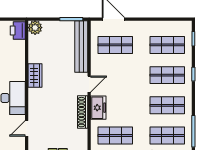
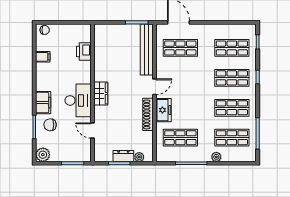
plant: (35, 28) -> (101, 31), removed
printer: (18, 30) -> (84, 52), moved
wardrobe: (35, 75) -> (101, 93), moved
door: (27, 128) -> (93, 131), hinge flipped

